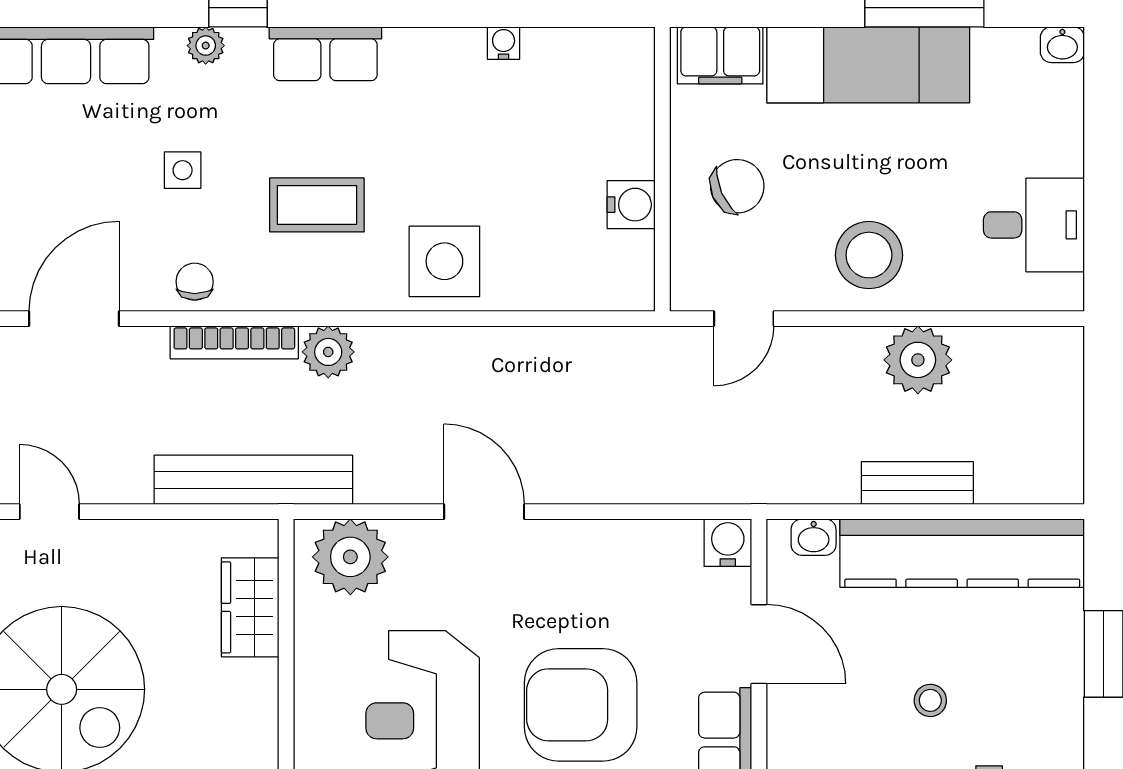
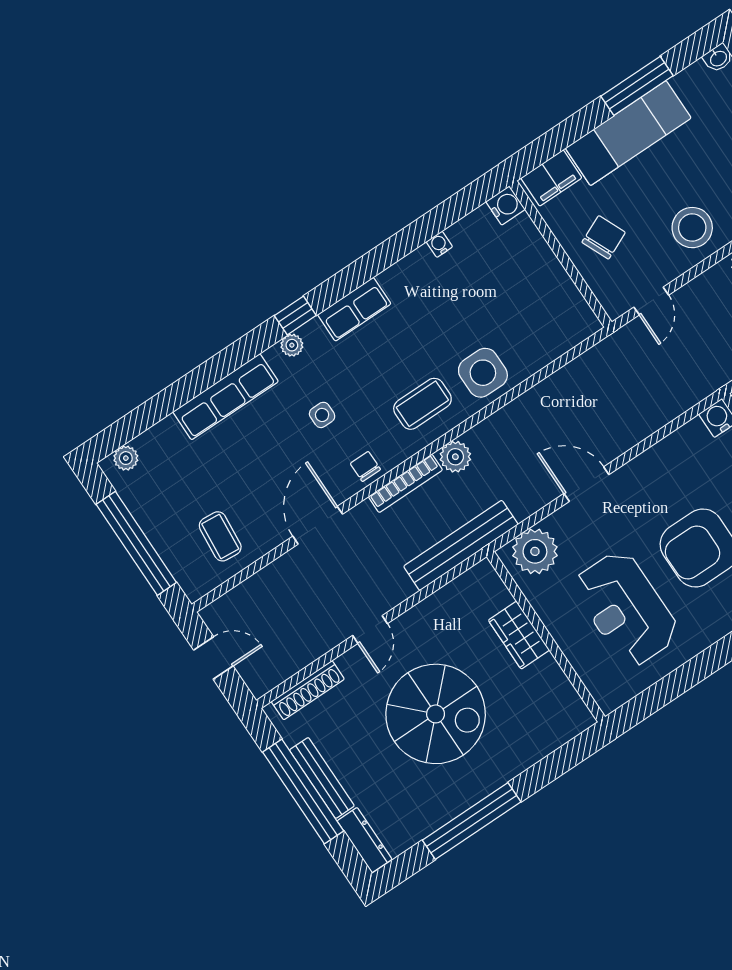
coffee table: (317, 205) -> (422, 404), moved
water cooler: (631, 205) -> (505, 205), moved
door: (49, 512) -> (370, 629), swing flipped
wardrobe: (250, 607) -> (519, 635), moved

